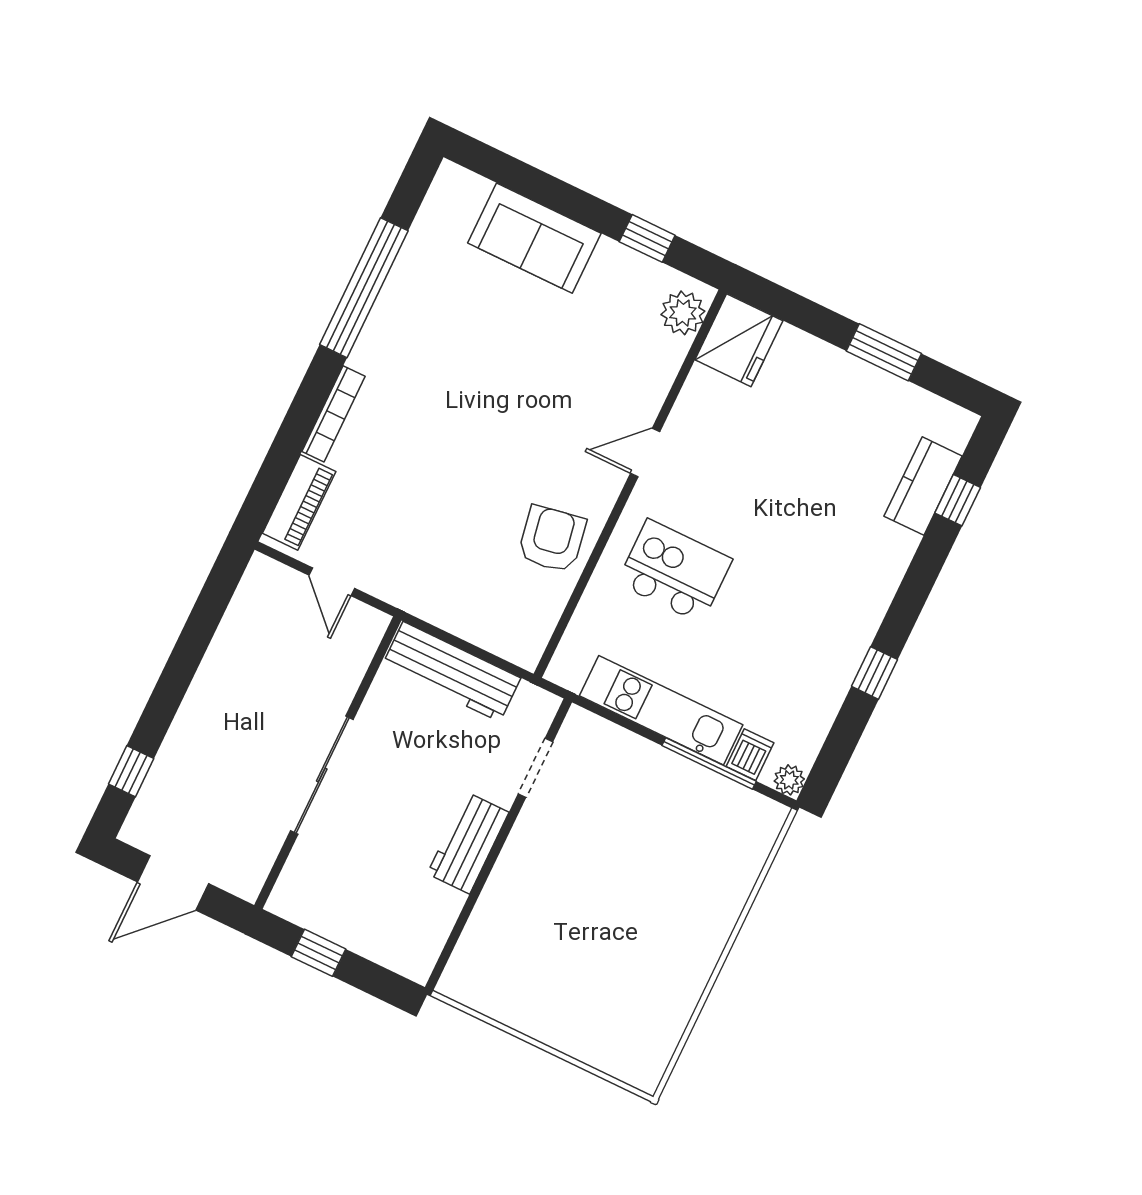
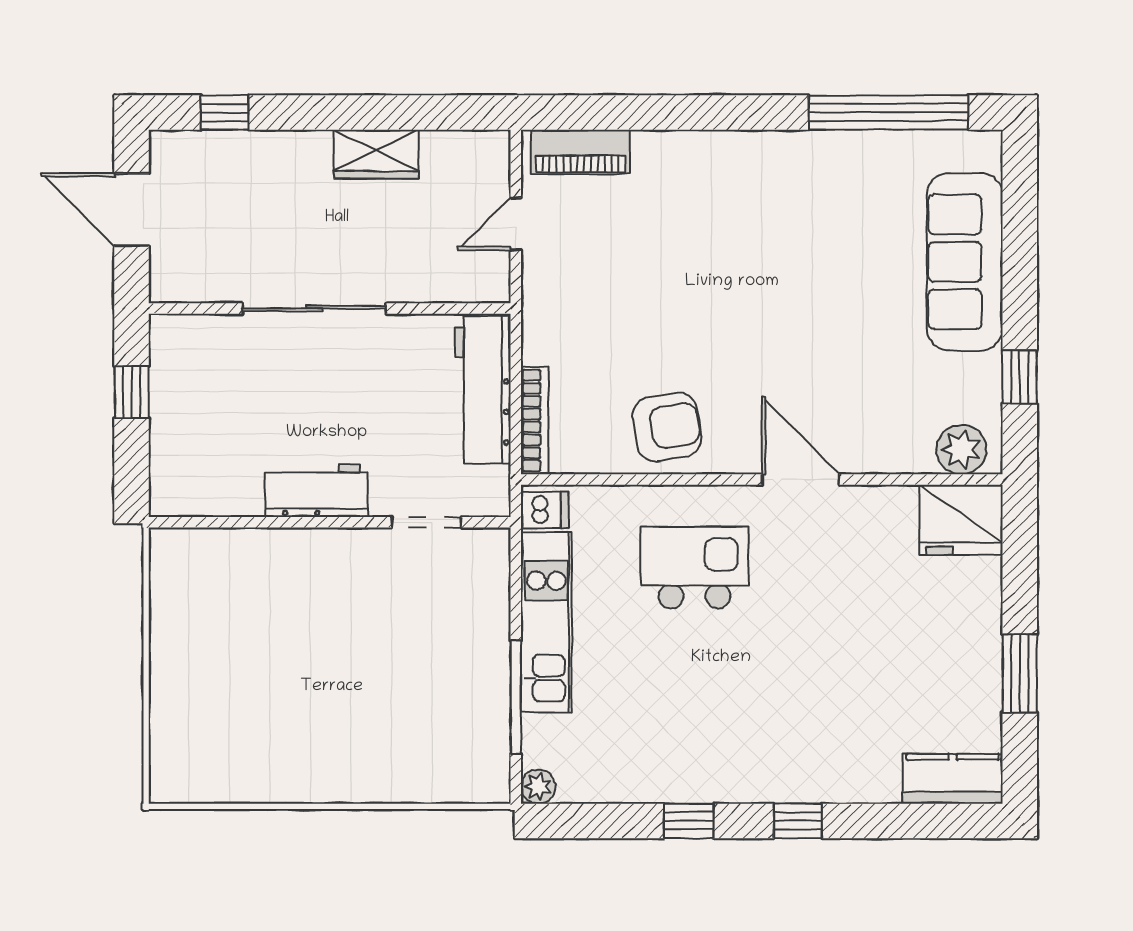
sofa: (534, 238) -> (965, 262), width x1.36
window: (364, 288) -> (888, 113), moved
bookcase: (333, 414) -> (535, 421), moved, turned -90
door: (645, 453) -> (801, 480), width x1.38
kitchen counter: (923, 486) -> (953, 779), moved
window: (958, 500) -> (798, 821), moved
kitchen island: (675, 571) -> (695, 568), turned -90
wardrobe: (223, 666) -> (376, 154), added
dishwasher: (750, 755) -> (545, 510), moved

